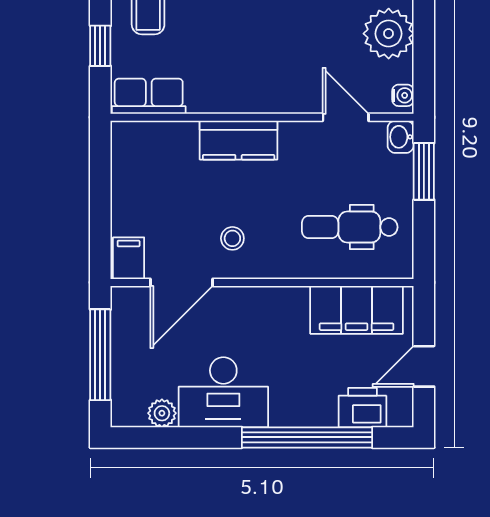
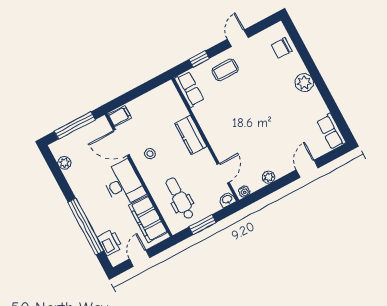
plant: (389, 34) -> (269, 177), width x0.53, depth x0.53
window: (424, 171) -> (203, 225), moved
door: (424, 366) -> (140, 258), hinge flipped
desk: (223, 392) -> (123, 184), moved, turned 180

